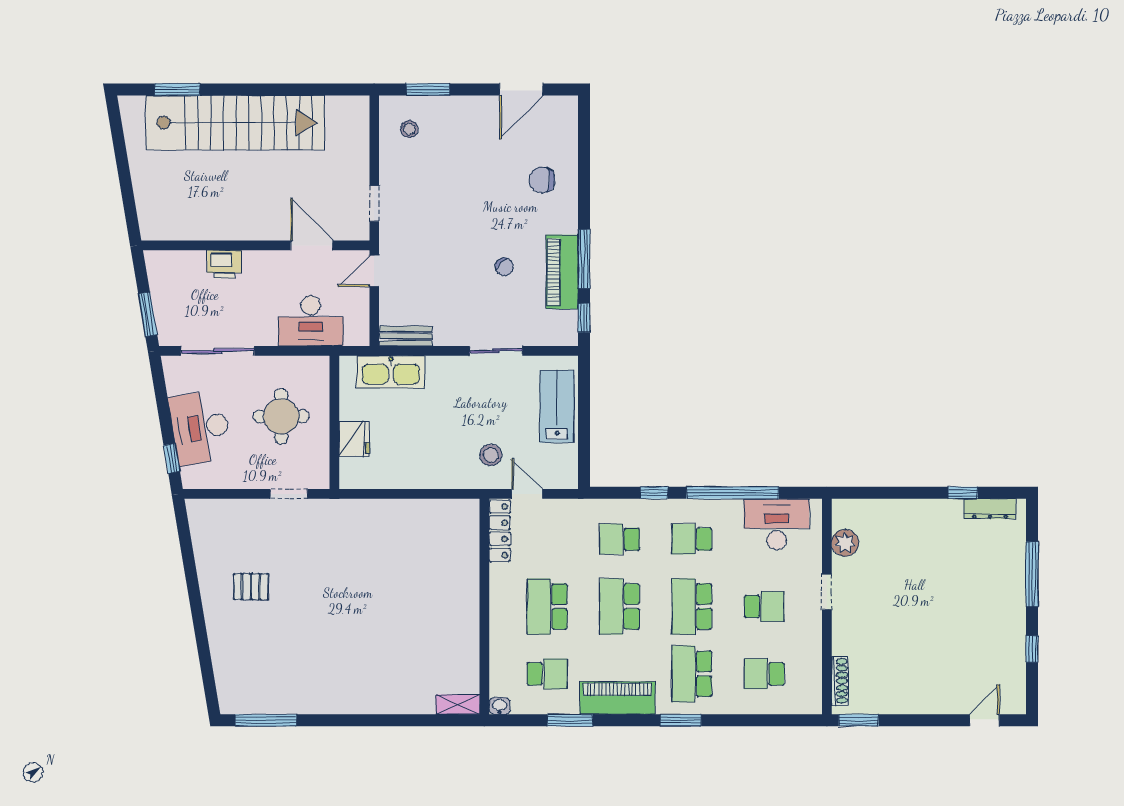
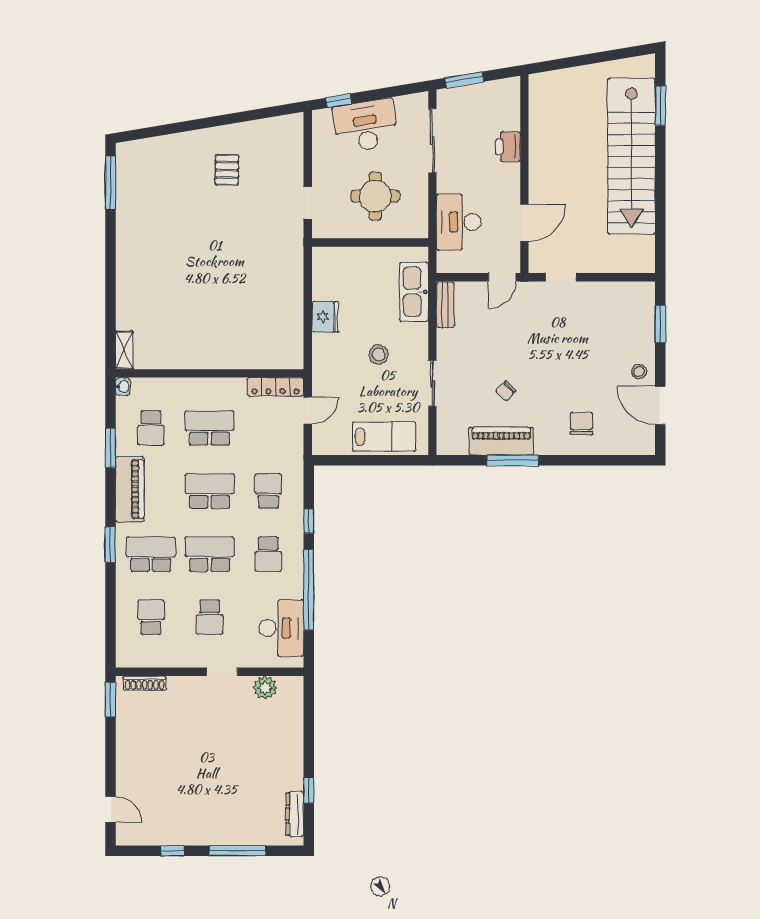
stool: (409, 129) -> (639, 372), moved
door: (374, 271) -> (502, 277), swing flipped
window: (584, 318) -> (461, 460), removed
fridge: (354, 439) -> (325, 317), moved, turned -90
stool: (491, 455) -> (379, 355), moved
school desk: (692, 539) -> (268, 554), turned 180

